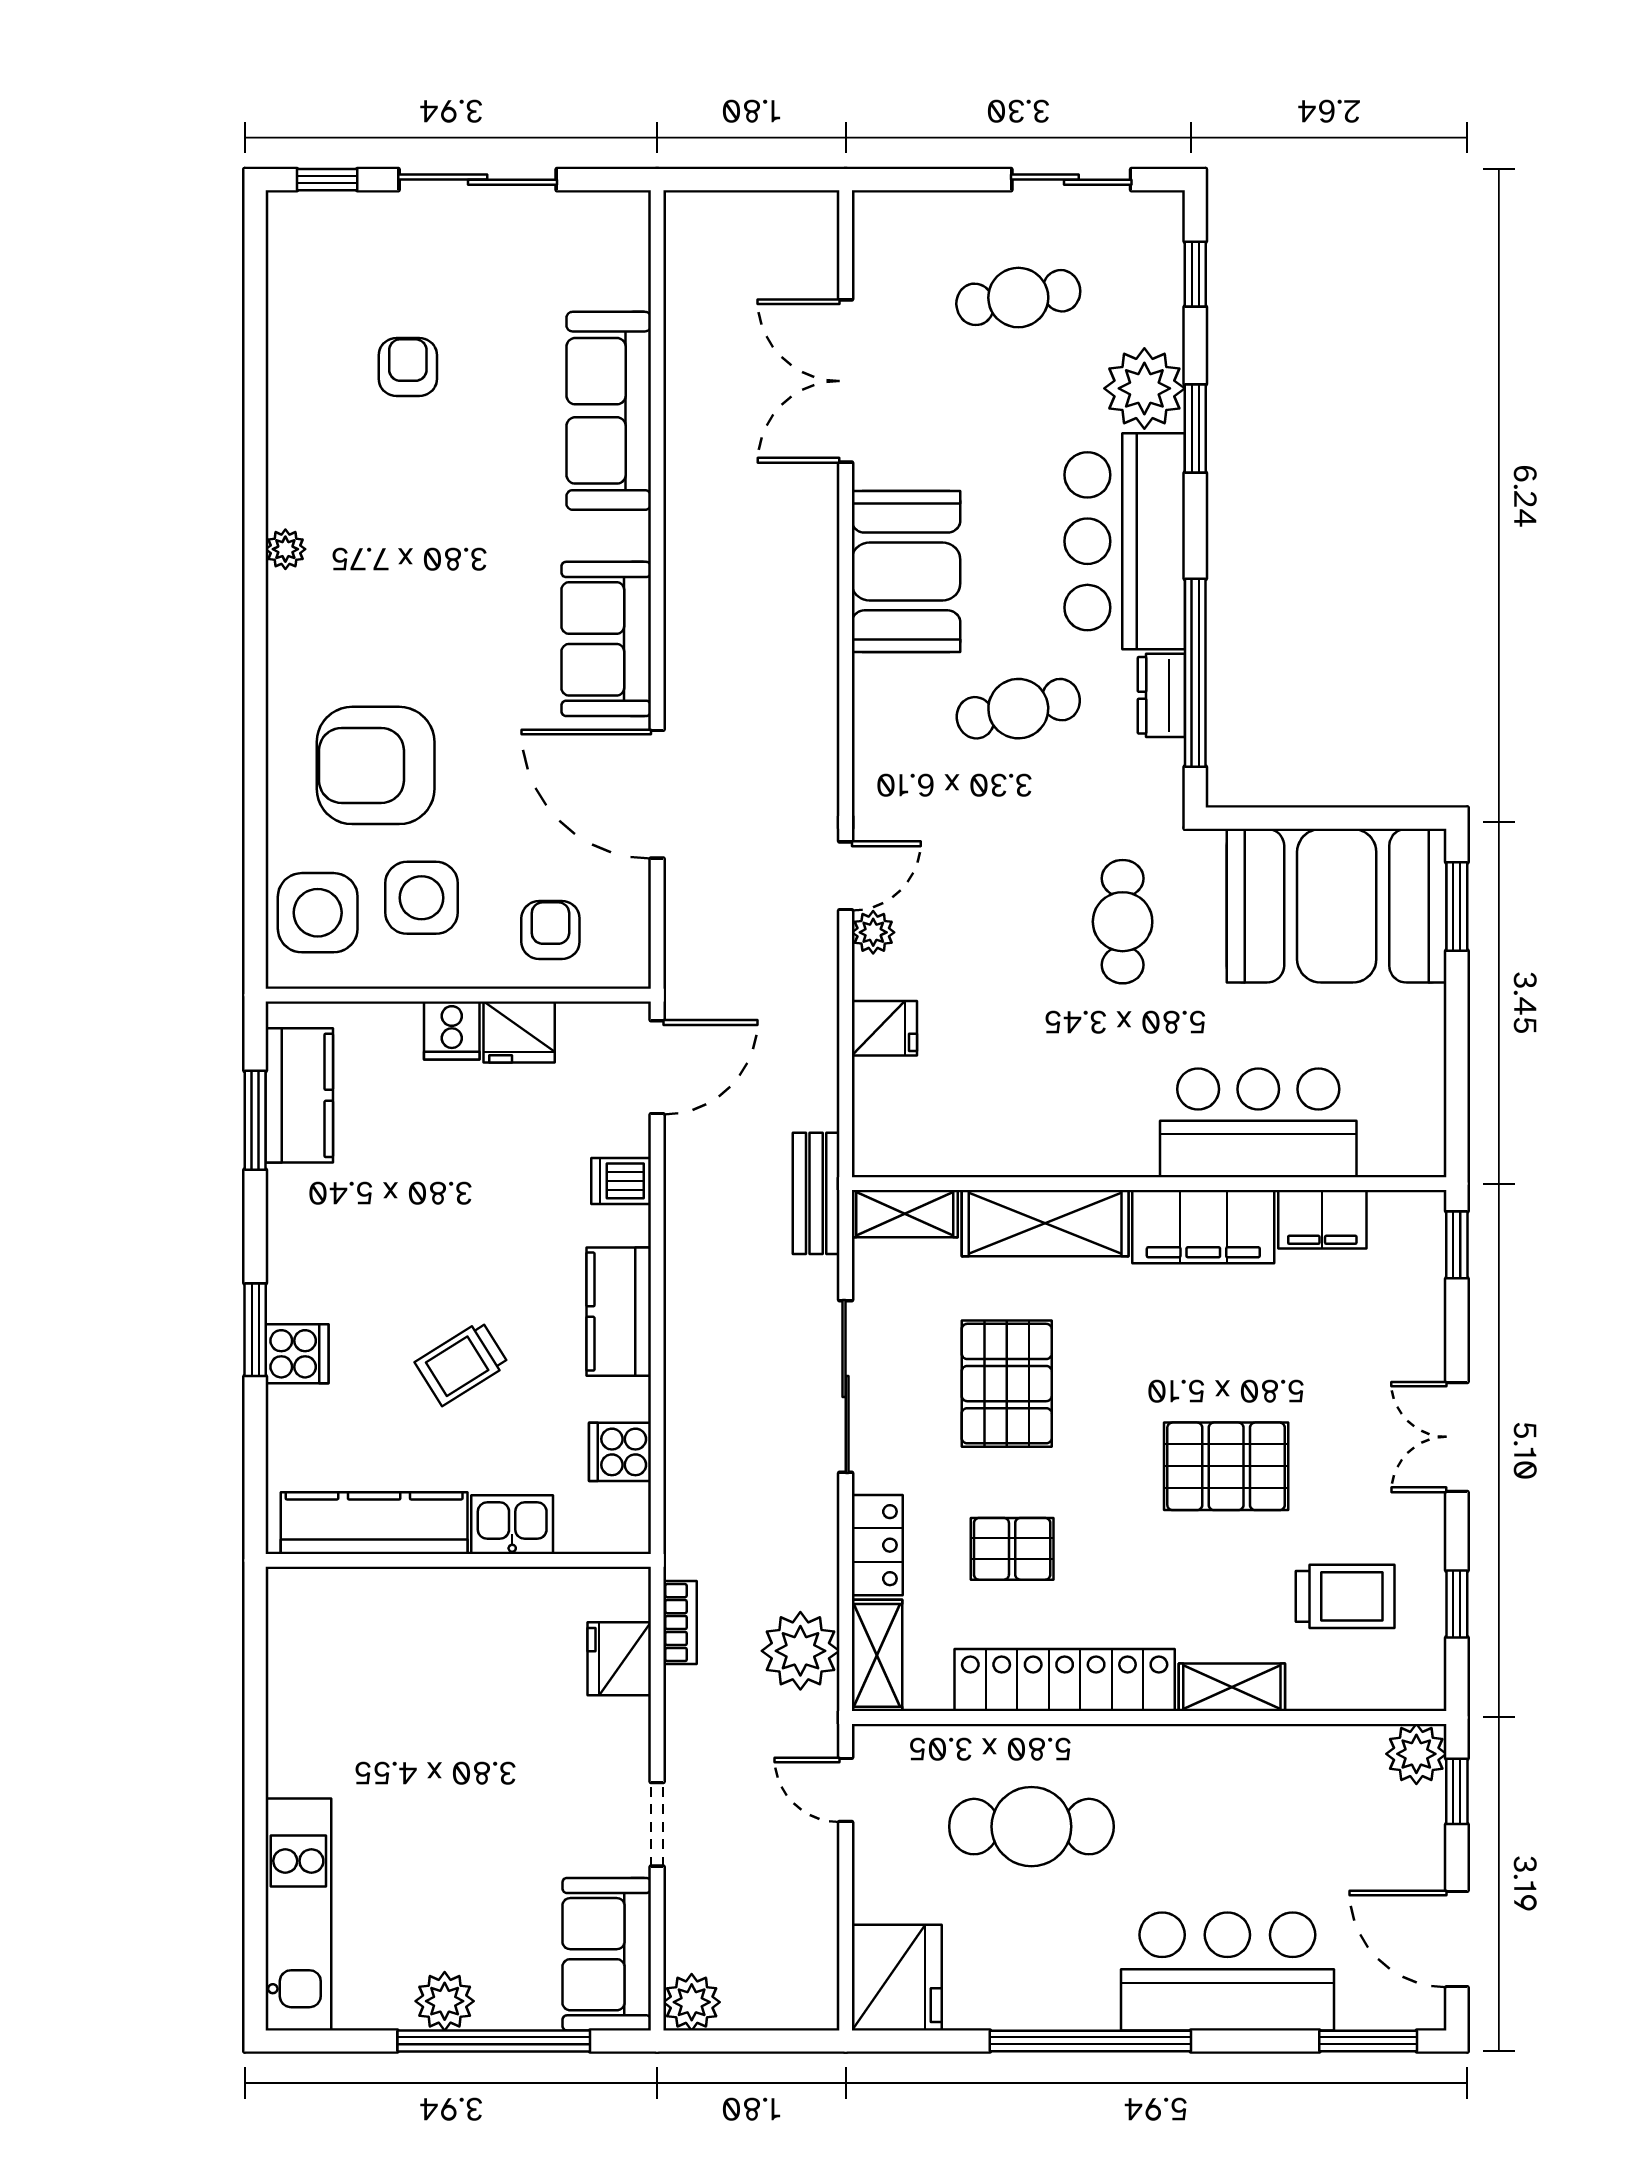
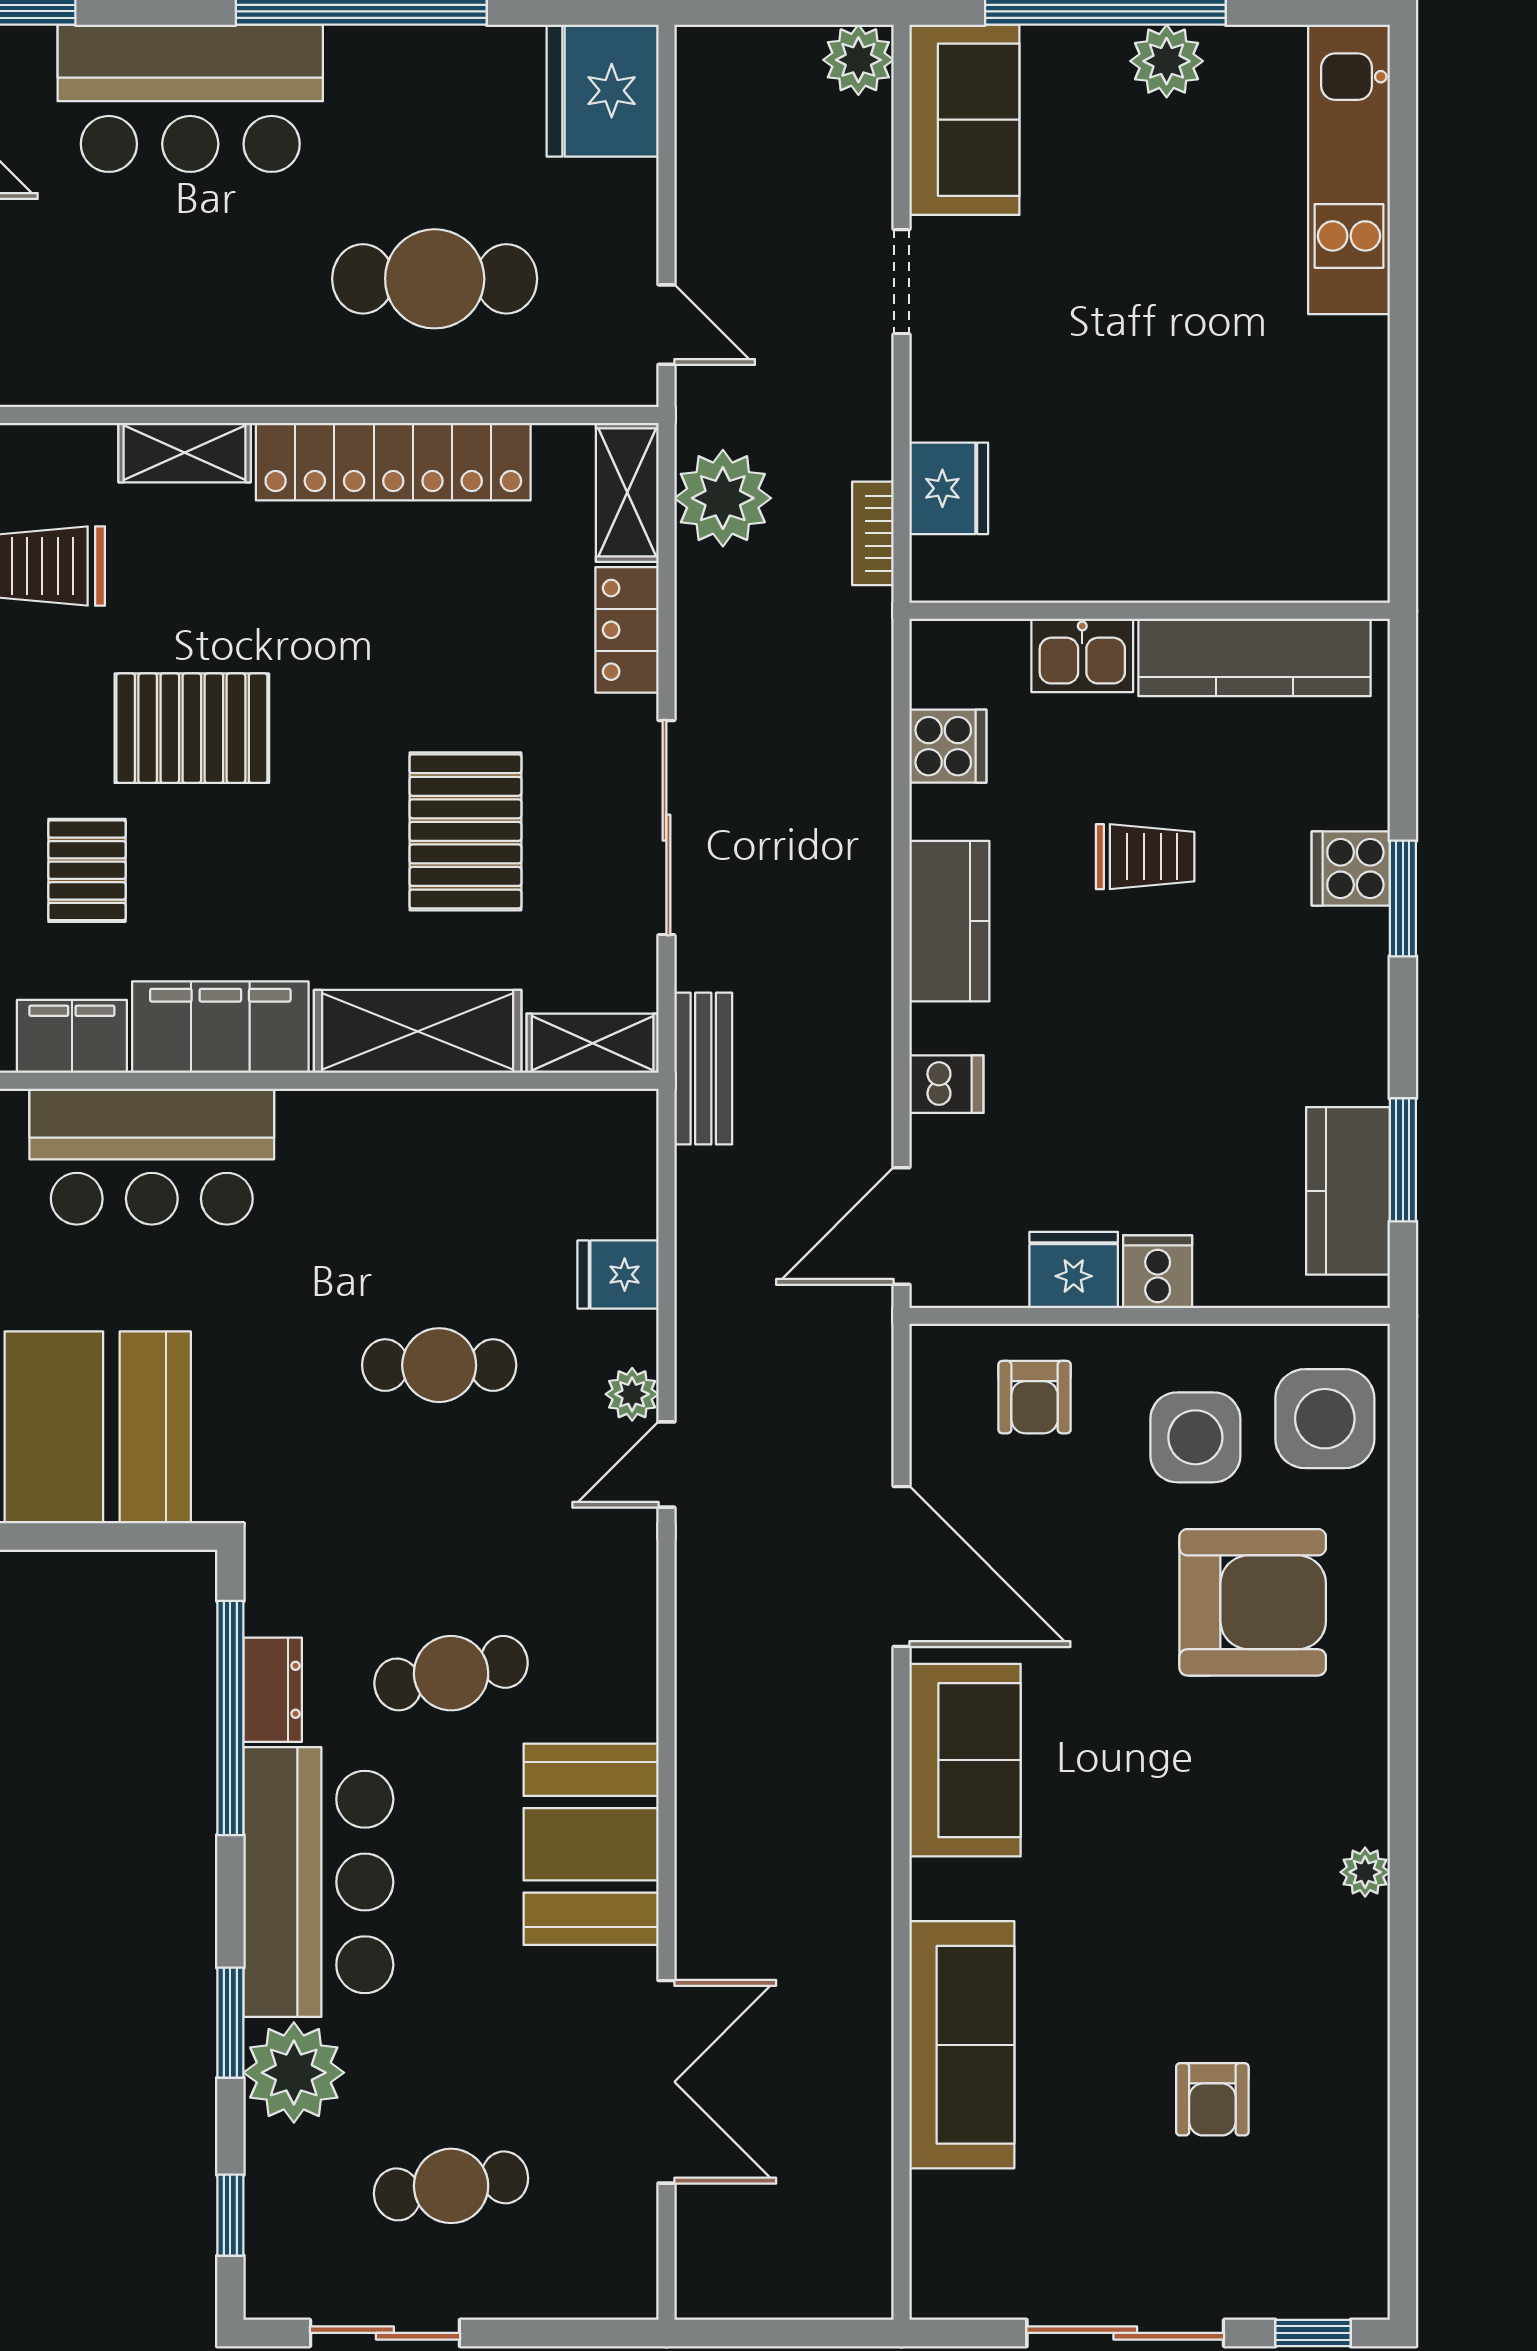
cafe table: (1123, 922) -> (439, 1365), moved, turned 90
trolley: (462, 1363) -> (1145, 857), turned 32
pallet: (1012, 1549) -> (87, 870), moved, turned 90

